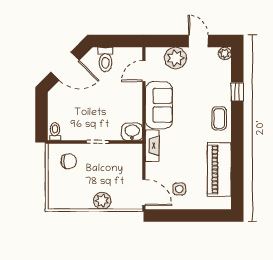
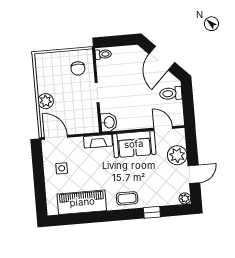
door: (144, 192) -> (56, 137), swing flipped

